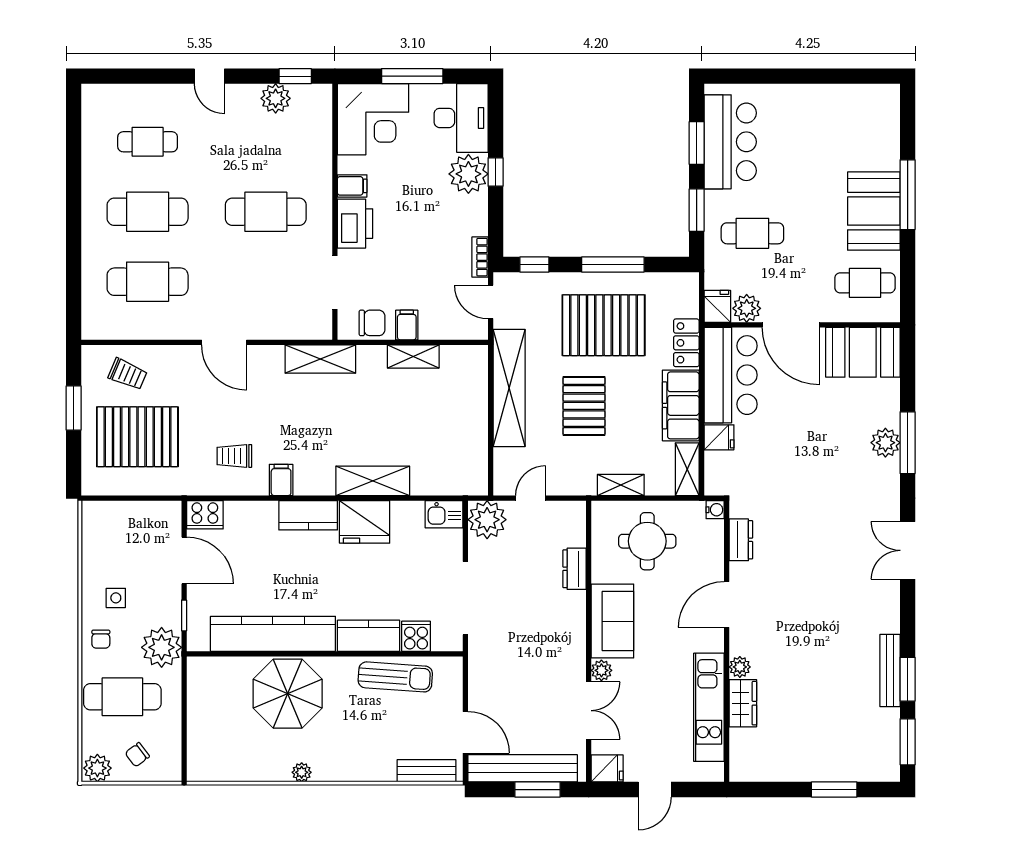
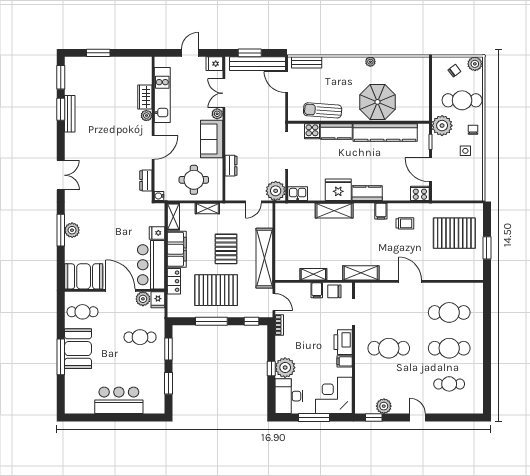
bar counter: (730, 142) -> (119, 400), moved, turned 90
trolley: (128, 374) -> (459, 265), removed

